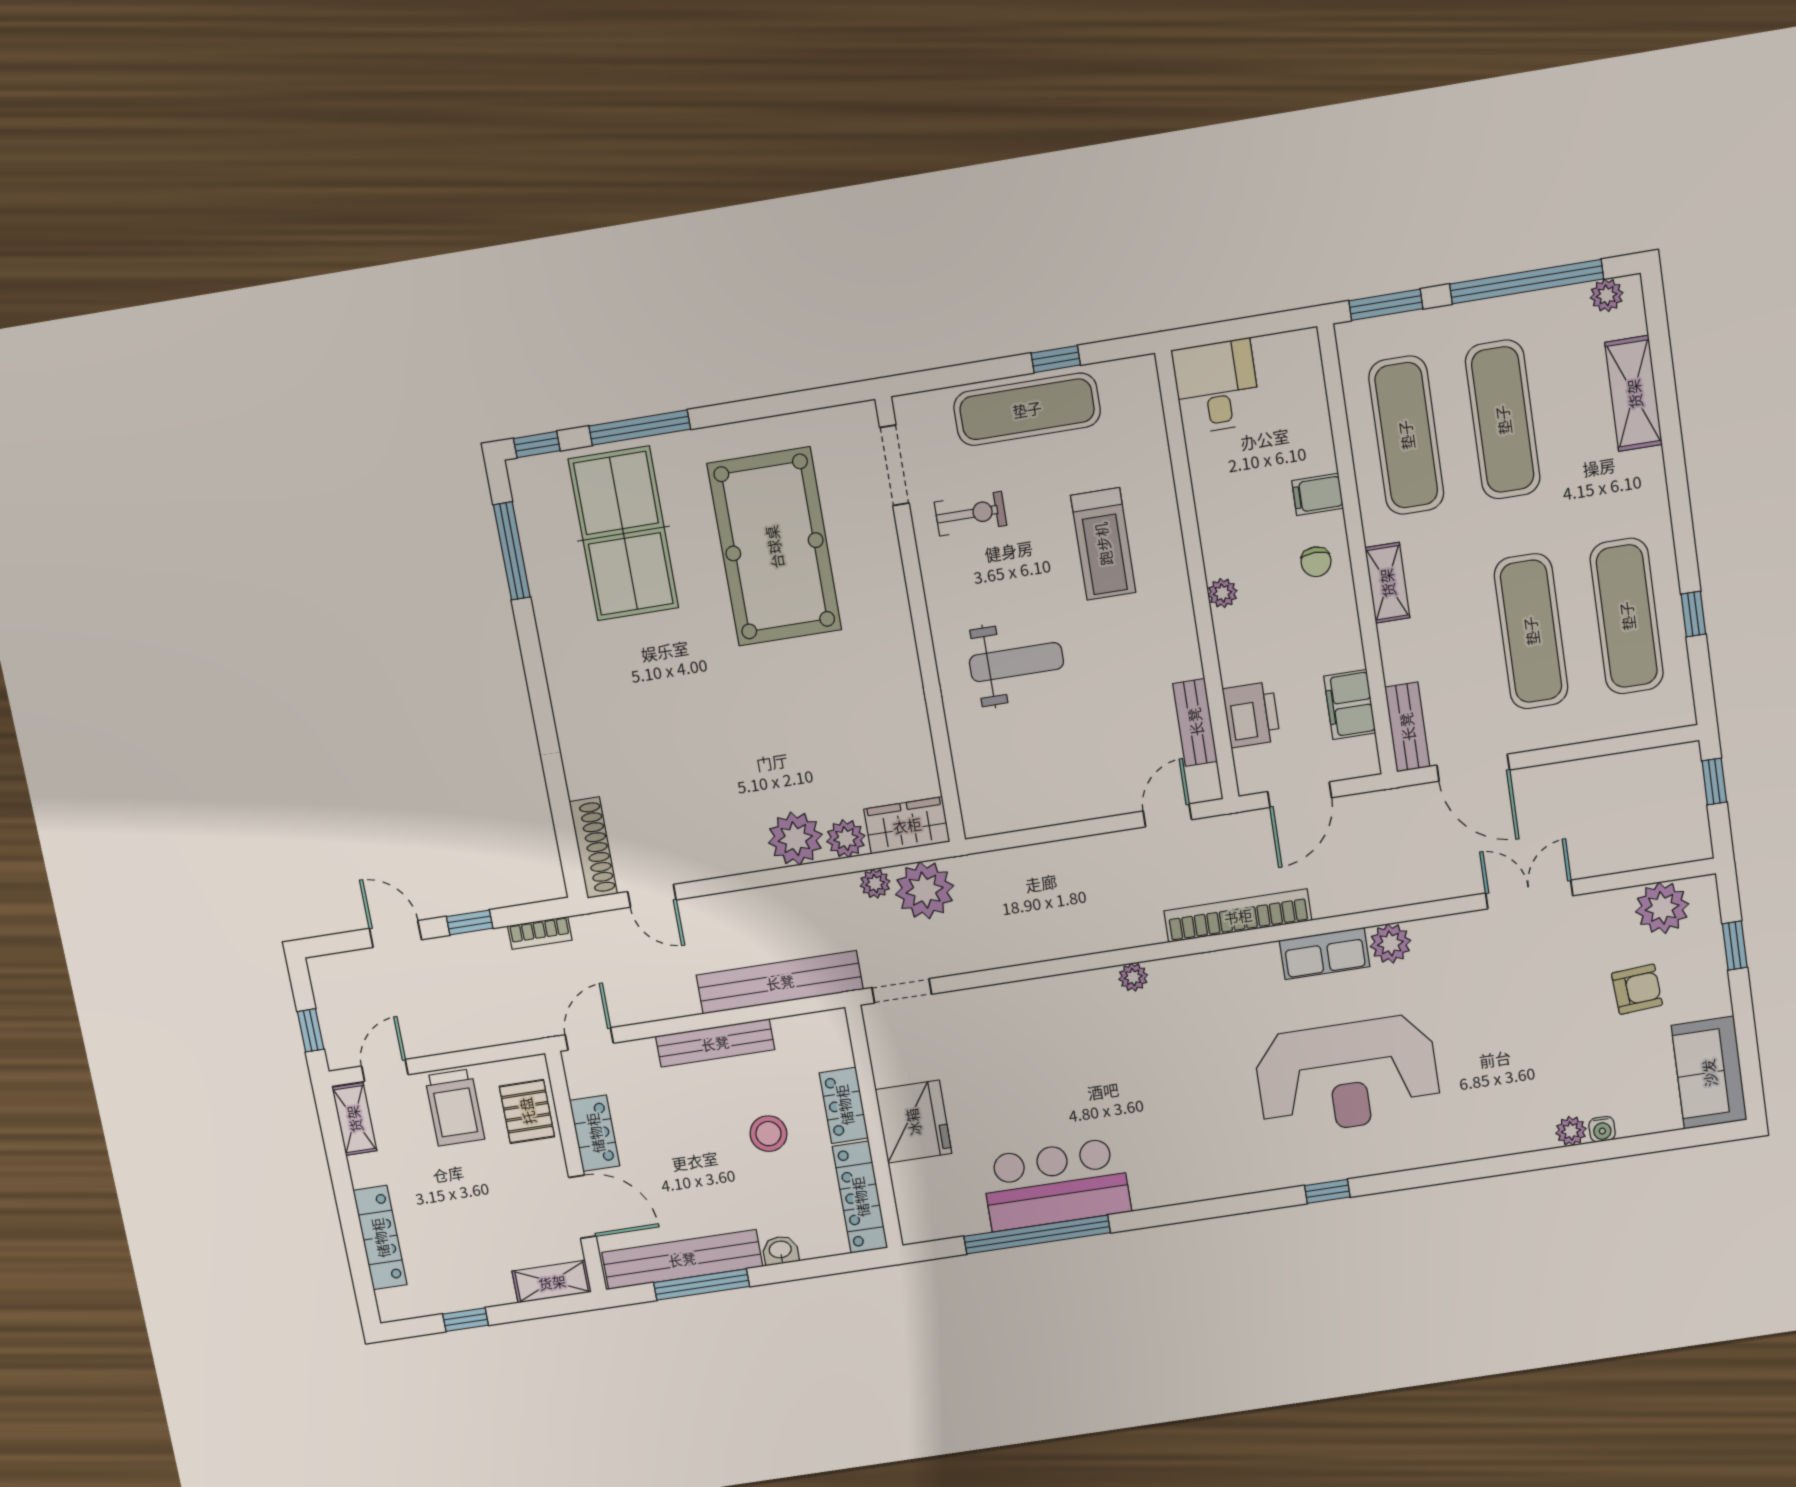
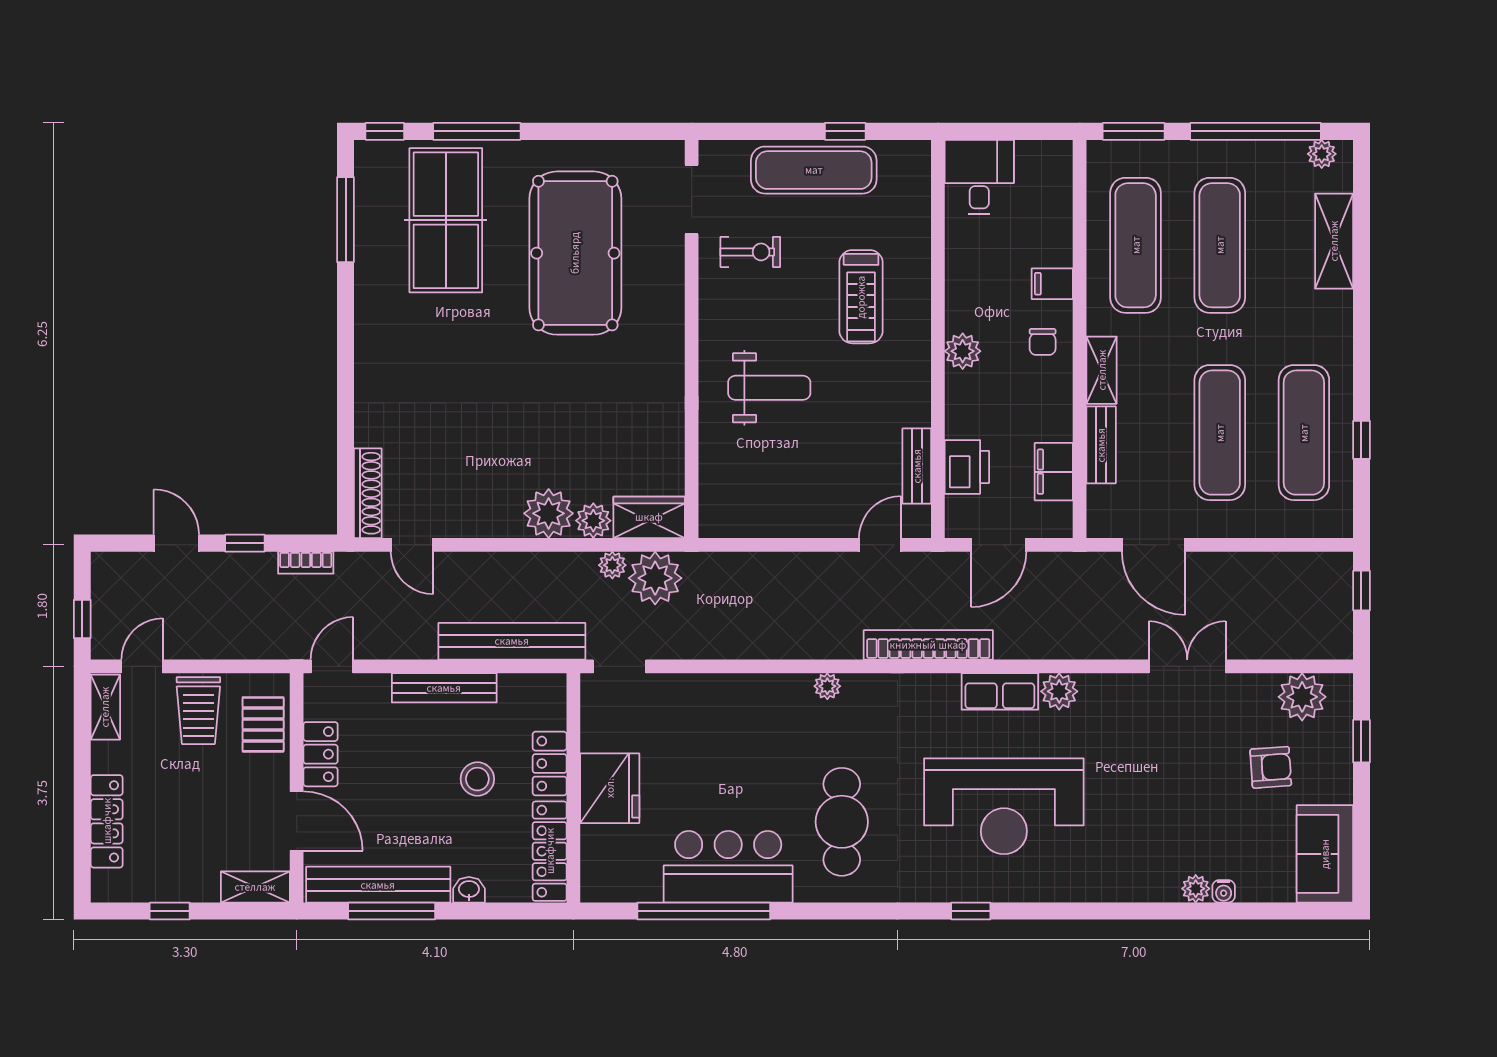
plant: (1223, 593) -> (963, 351), width x1.38, depth x1.38
bench: (1407, 727) -> (1101, 445), moved
cafe table: (1172, 1119) -> (842, 822), added

